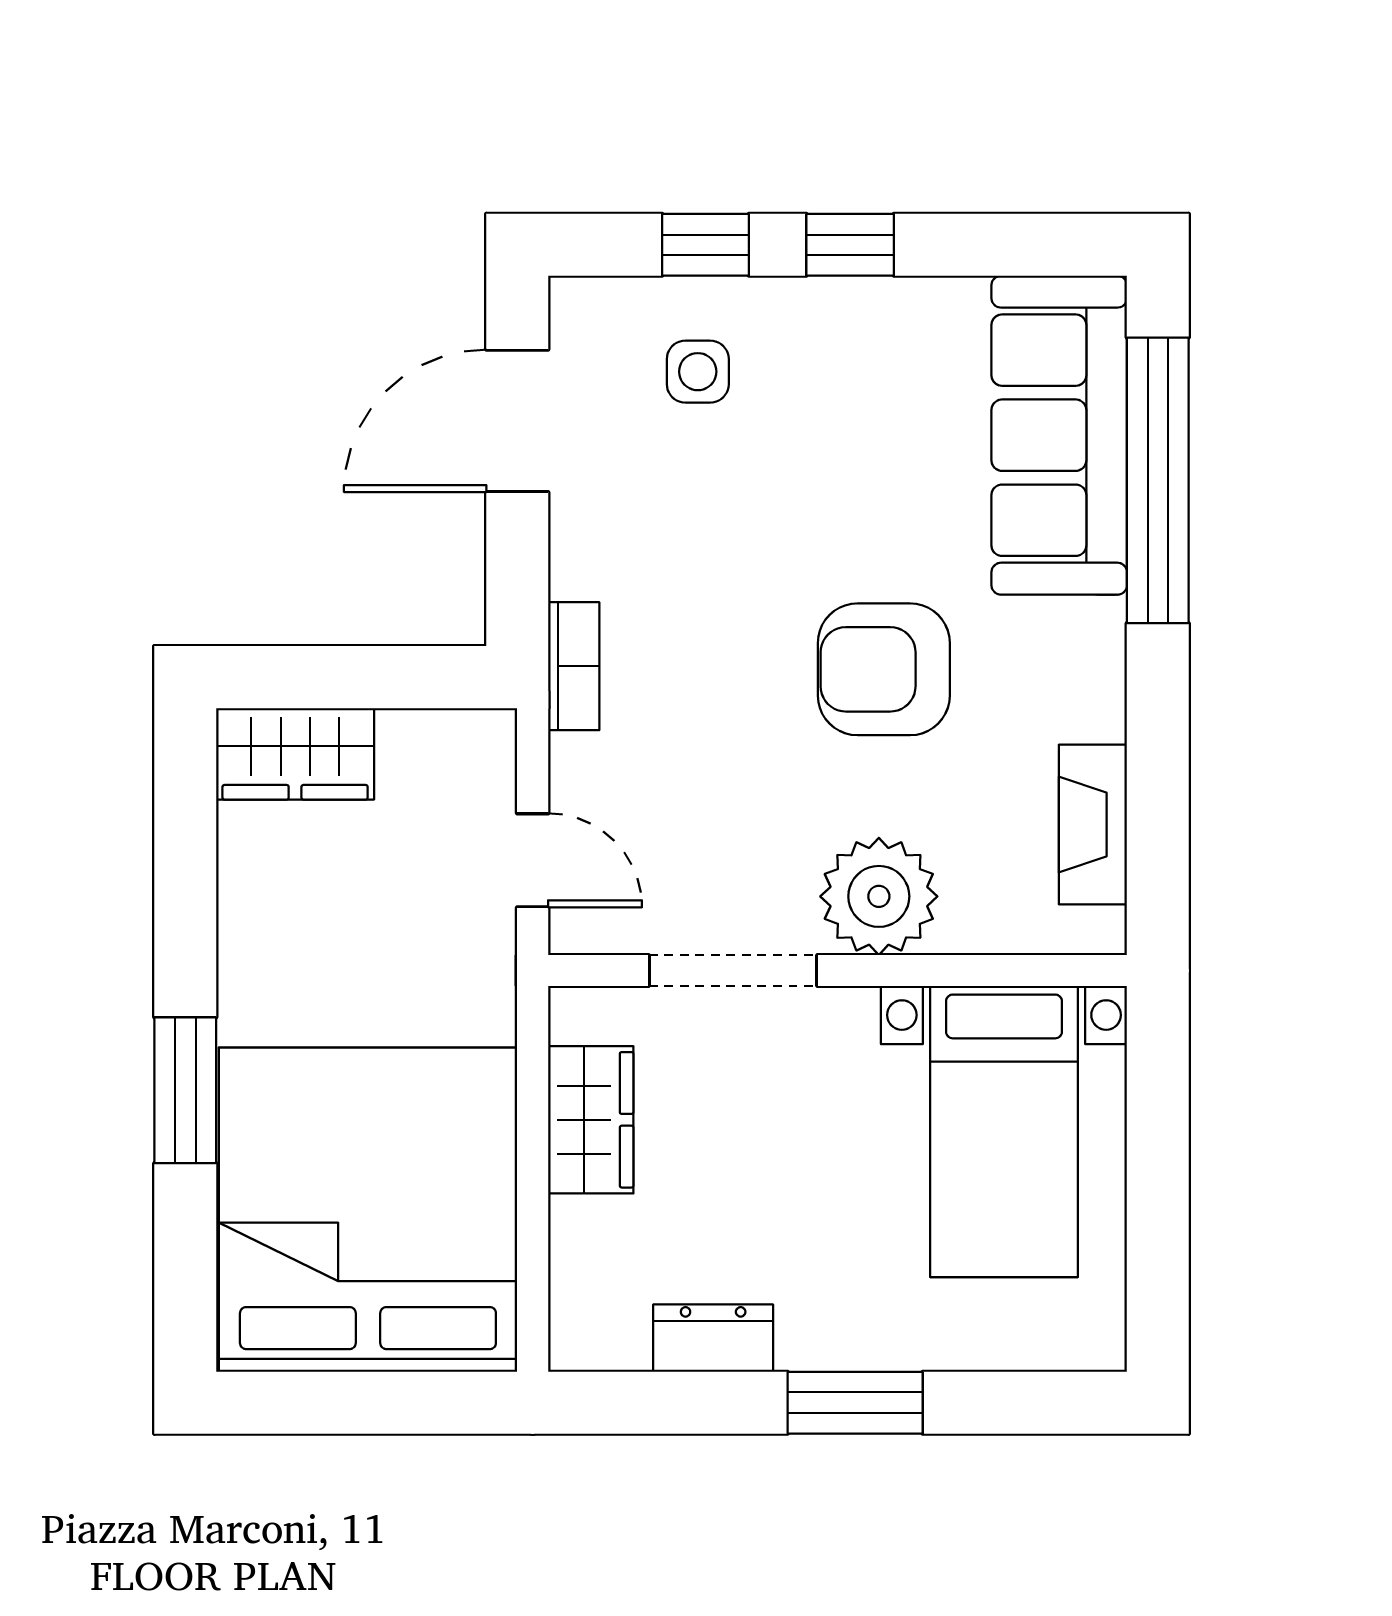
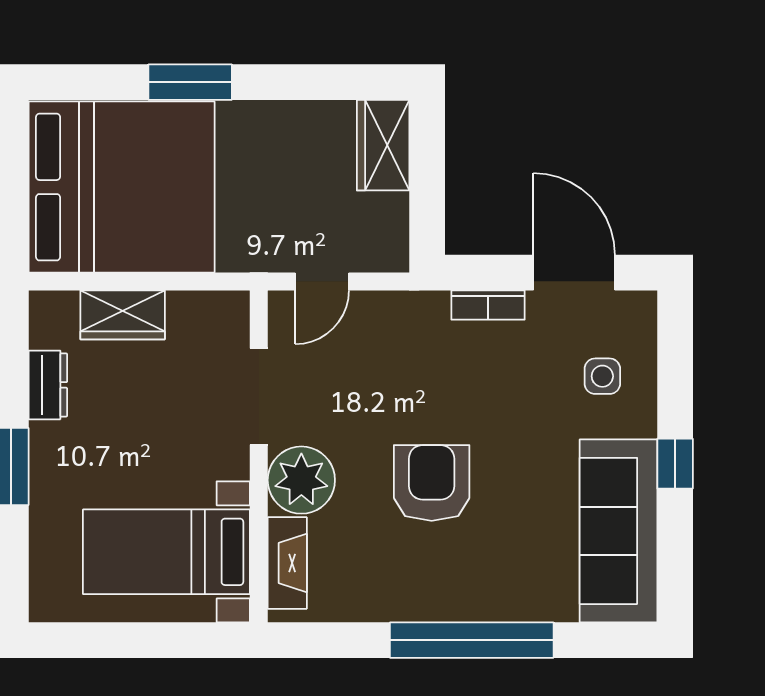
window: (705, 245) -> (675, 381), removed
sofa: (1059, 435) -> (618, 531), moved, turned -90
window: (1158, 480) -> (472, 640), moved
bookcase: (574, 666) -> (488, 305), moved
fireplace: (1093, 825) -> (287, 563), moved, turned 90
wardrobe: (591, 1120) -> (123, 315), moved

